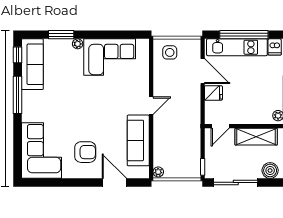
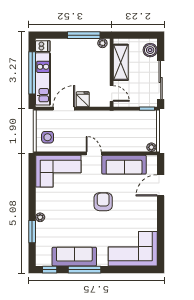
corner sofa: (110, 57) -> (58, 171), moved, turned 90
sofa: (32, 64) -> (74, 257), moved
armchair: (85, 152) -> (103, 202), moved

